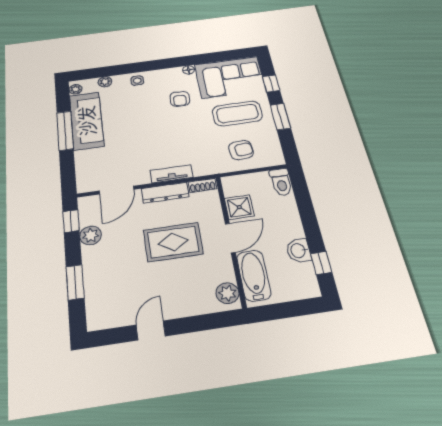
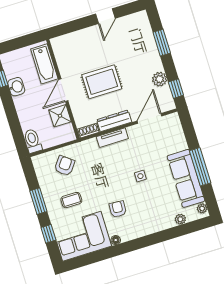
side table: (137, 81) -> (140, 176), moved
coffee table: (237, 113) -> (71, 200), width x0.54, depth x0.58
armchair: (241, 150) -> (65, 166), turned 132
plant: (227, 293) -> (60, 49), removed

